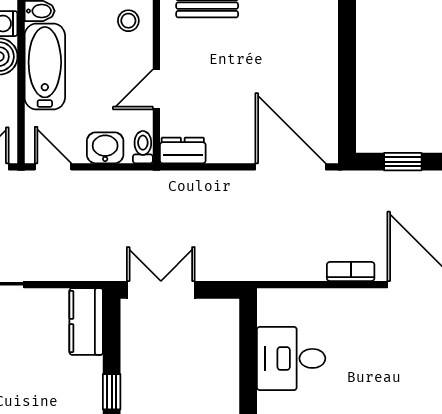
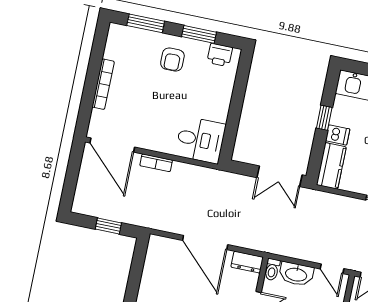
washbasin: (105, 148) -> (296, 274), width x1.38
door: (291, 167) -> (205, 243), moved
desk: (291, 358) -> (200, 140), moved
dishwasher: (86, 370) -> (338, 135), added

